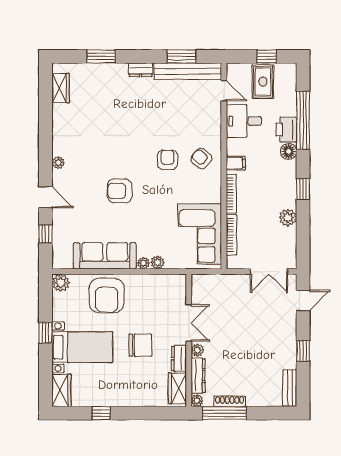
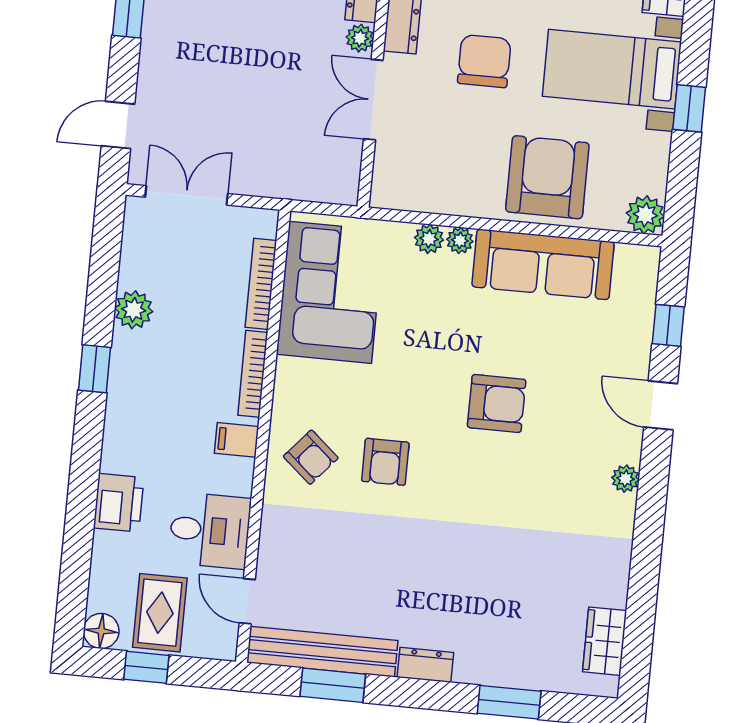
window: (303, 120) -> (80, 520), removed
floor lamp: (289, 151) -> (101, 631), moved
chair: (140, 345) -> (484, 61), turned 90

